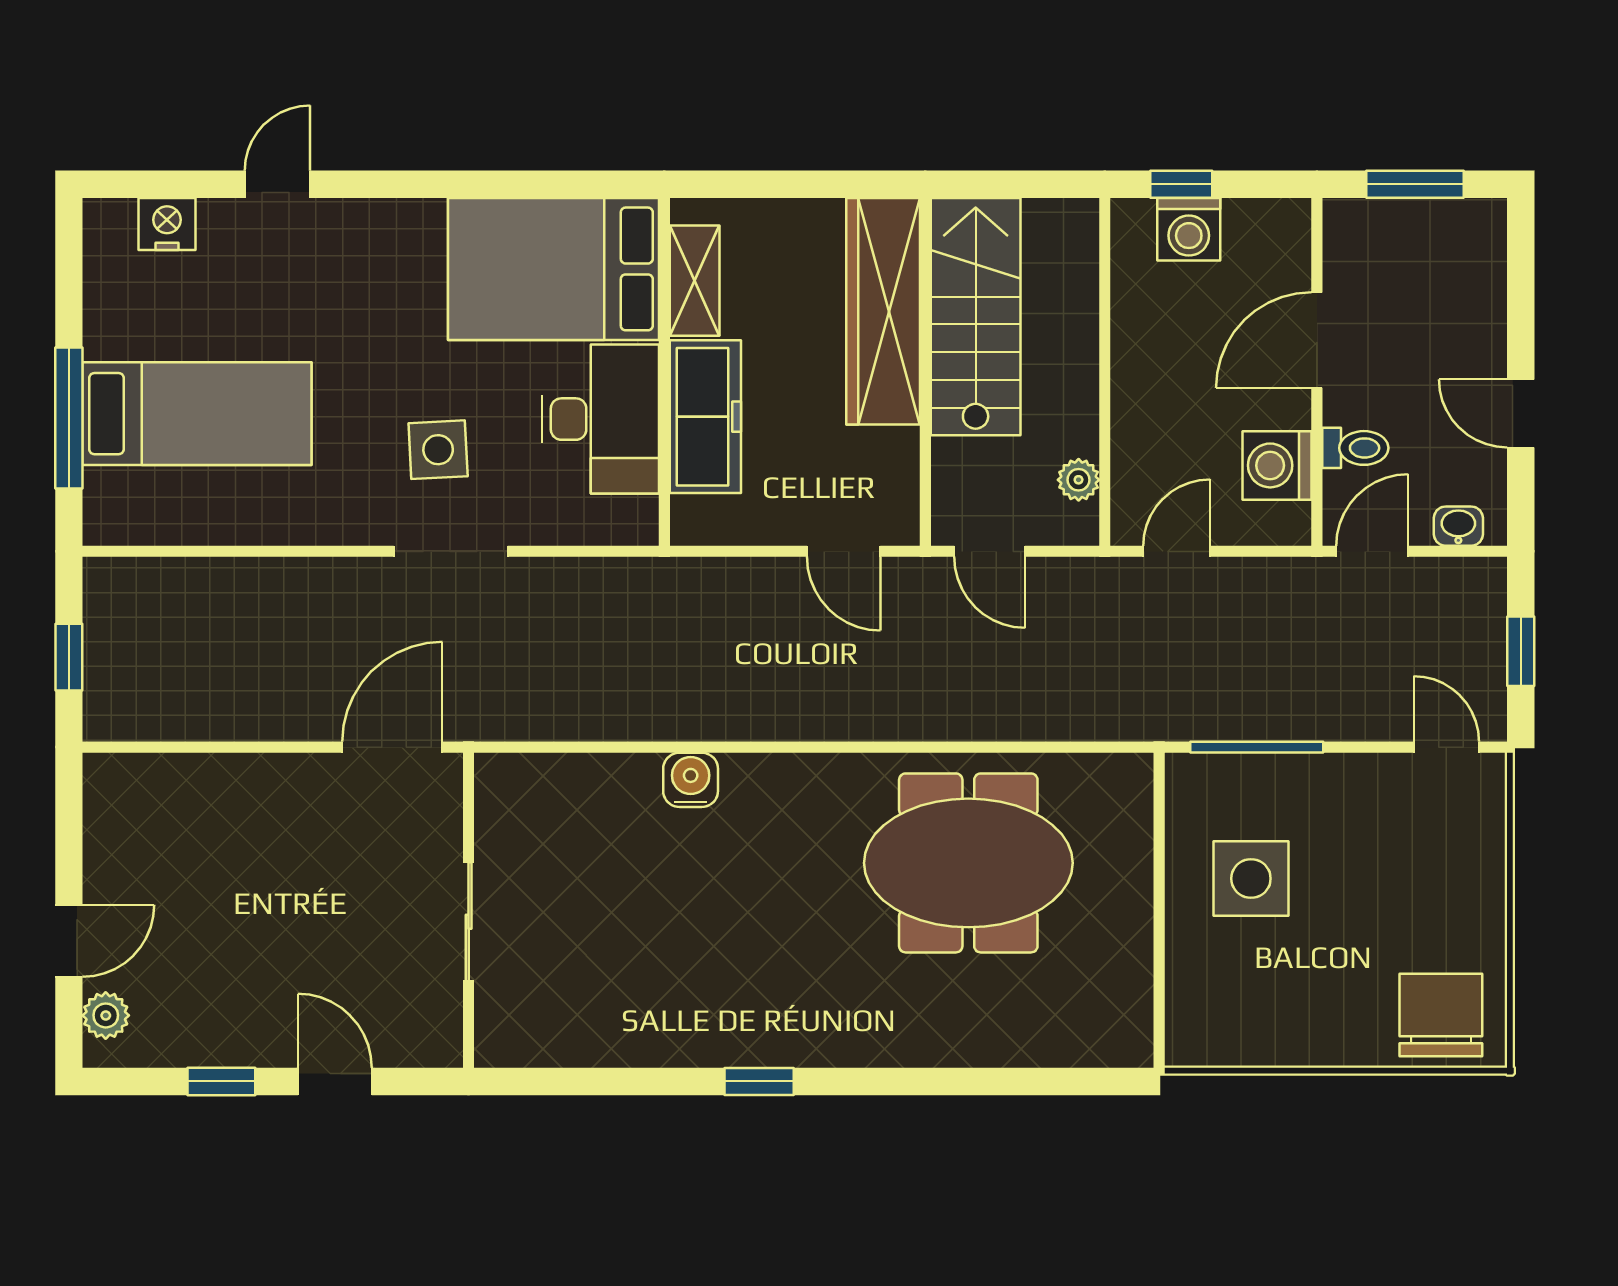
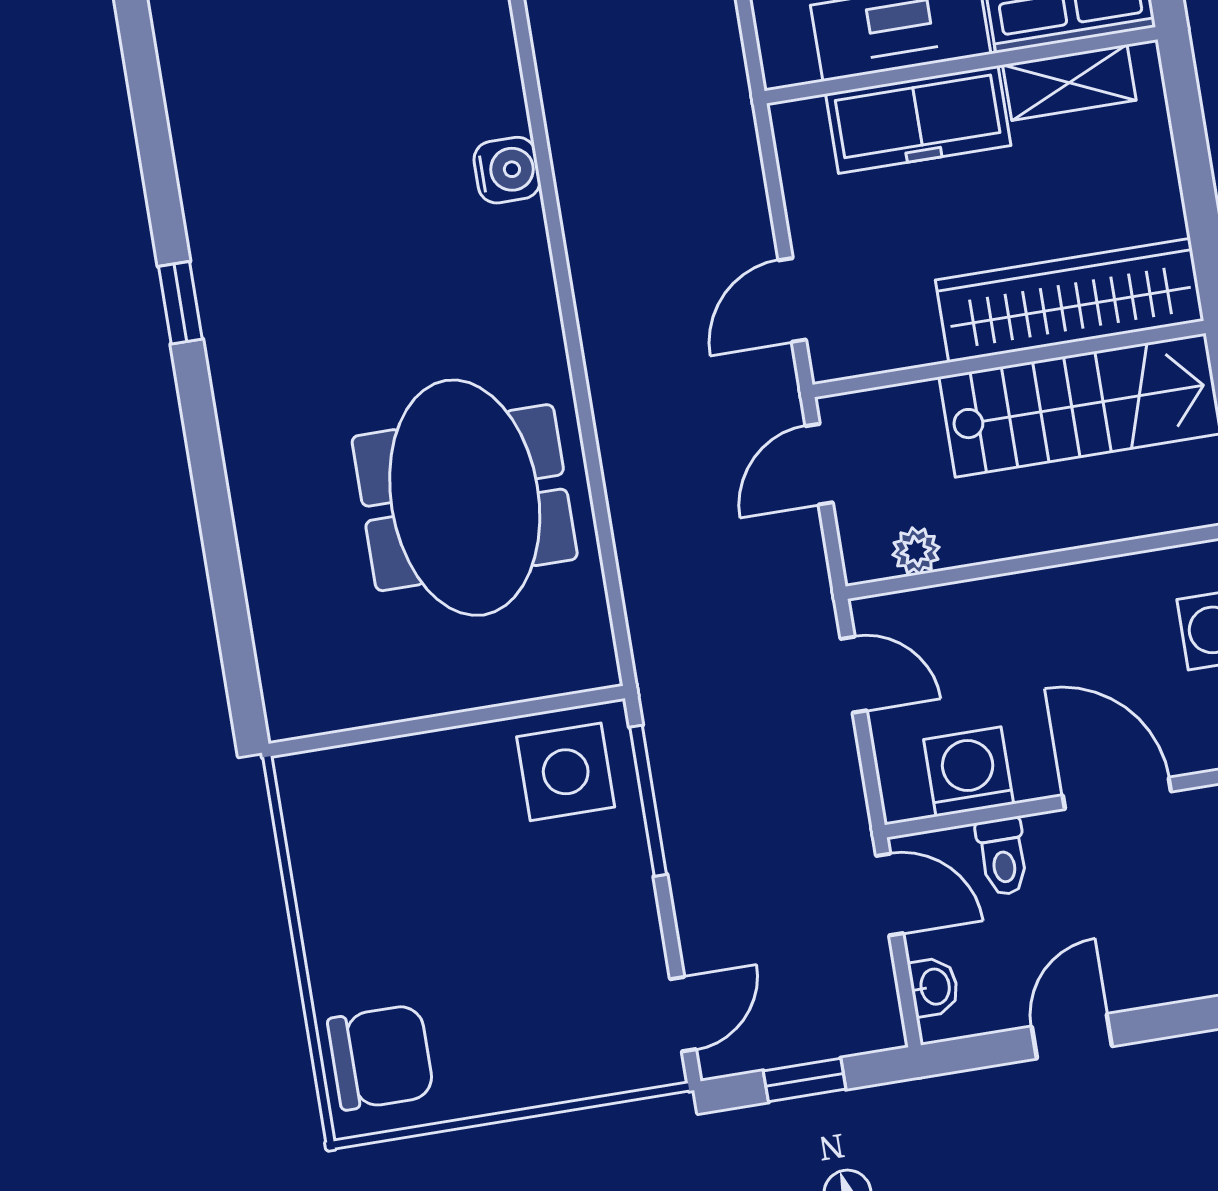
side table: (1251, 879) -> (566, 772), moved

